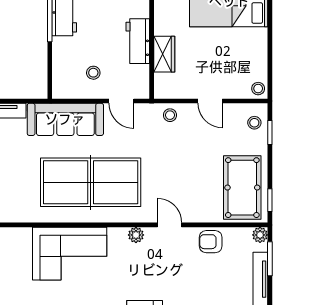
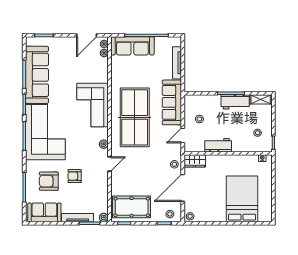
wardrobe: (164, 54) -> (195, 161), moved
door: (210, 101) -> (183, 188), width x1.88
armchair: (211, 242) -> (75, 176), moved, turned -90

